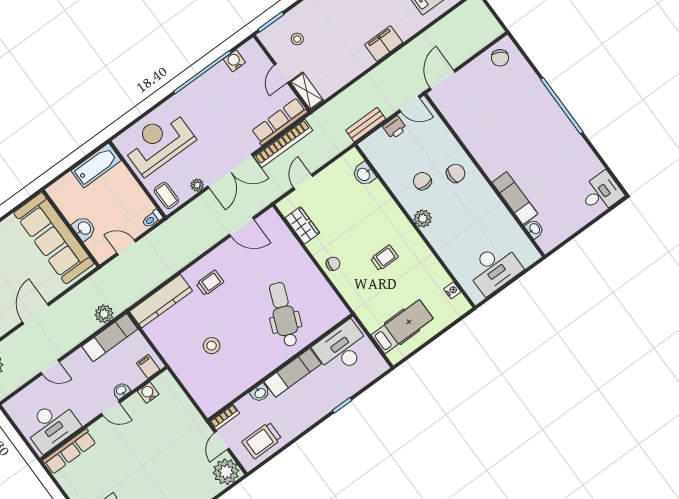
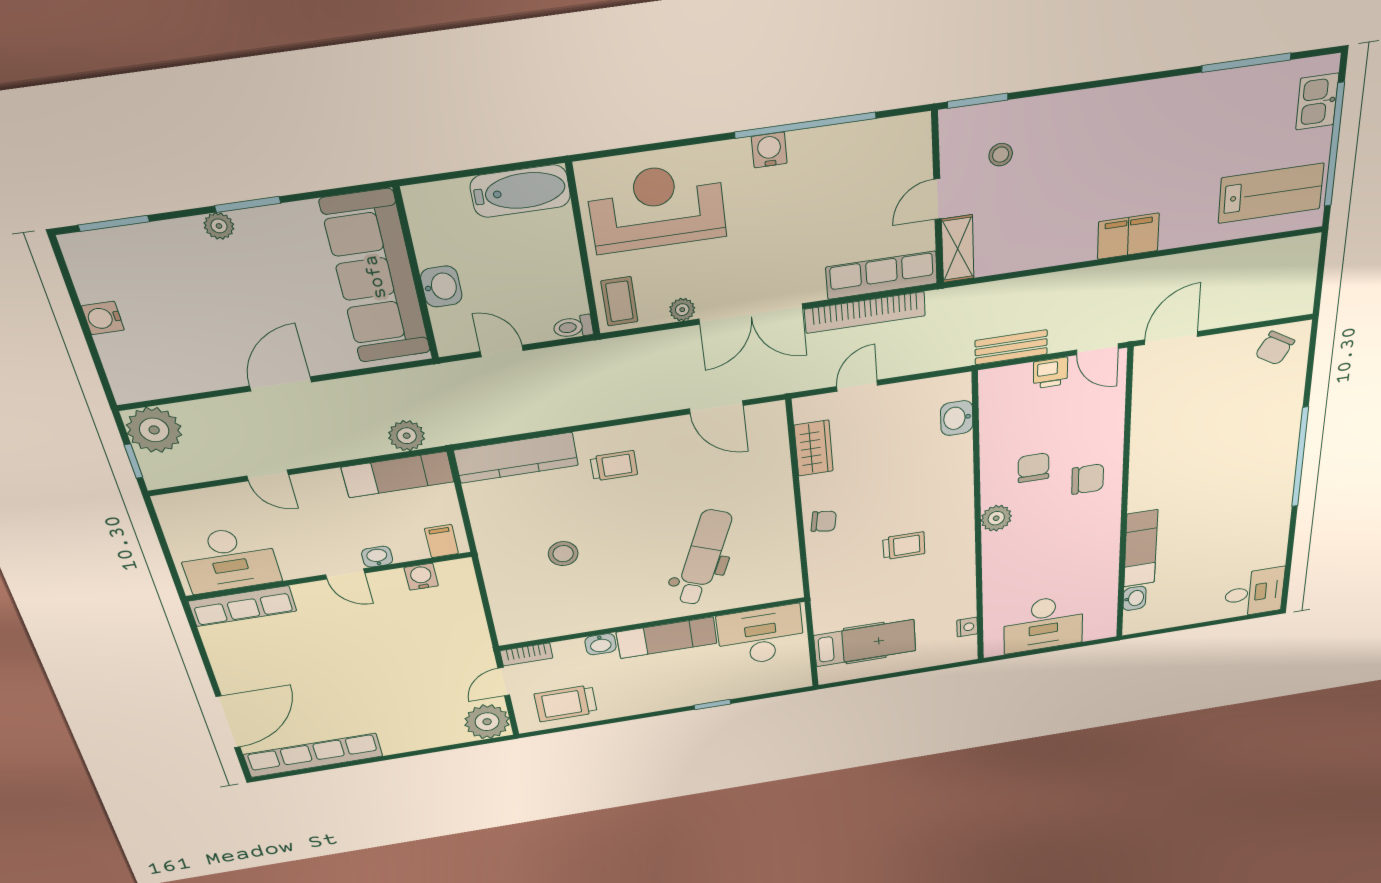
water cooler: (234, 61) -> (769, 150), moved

